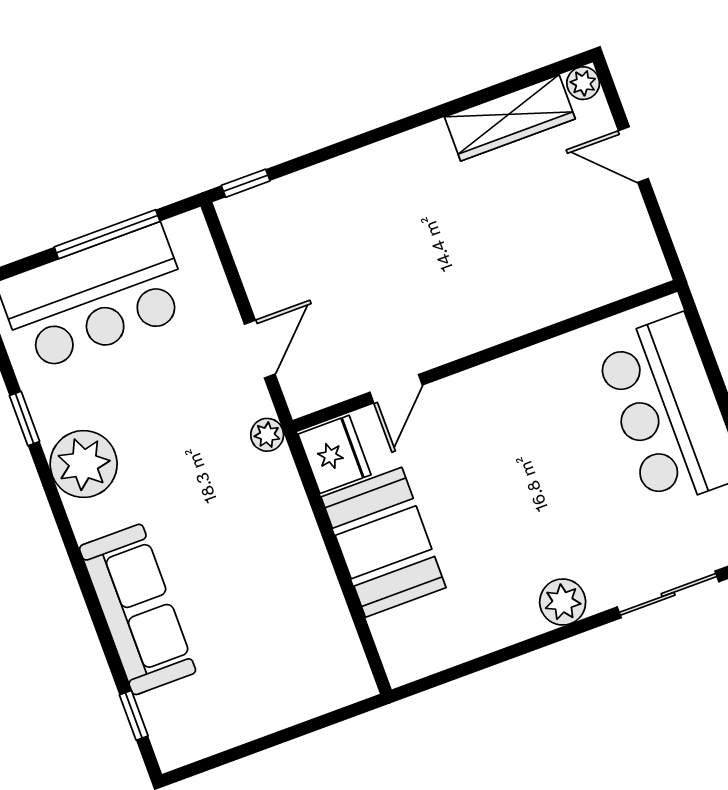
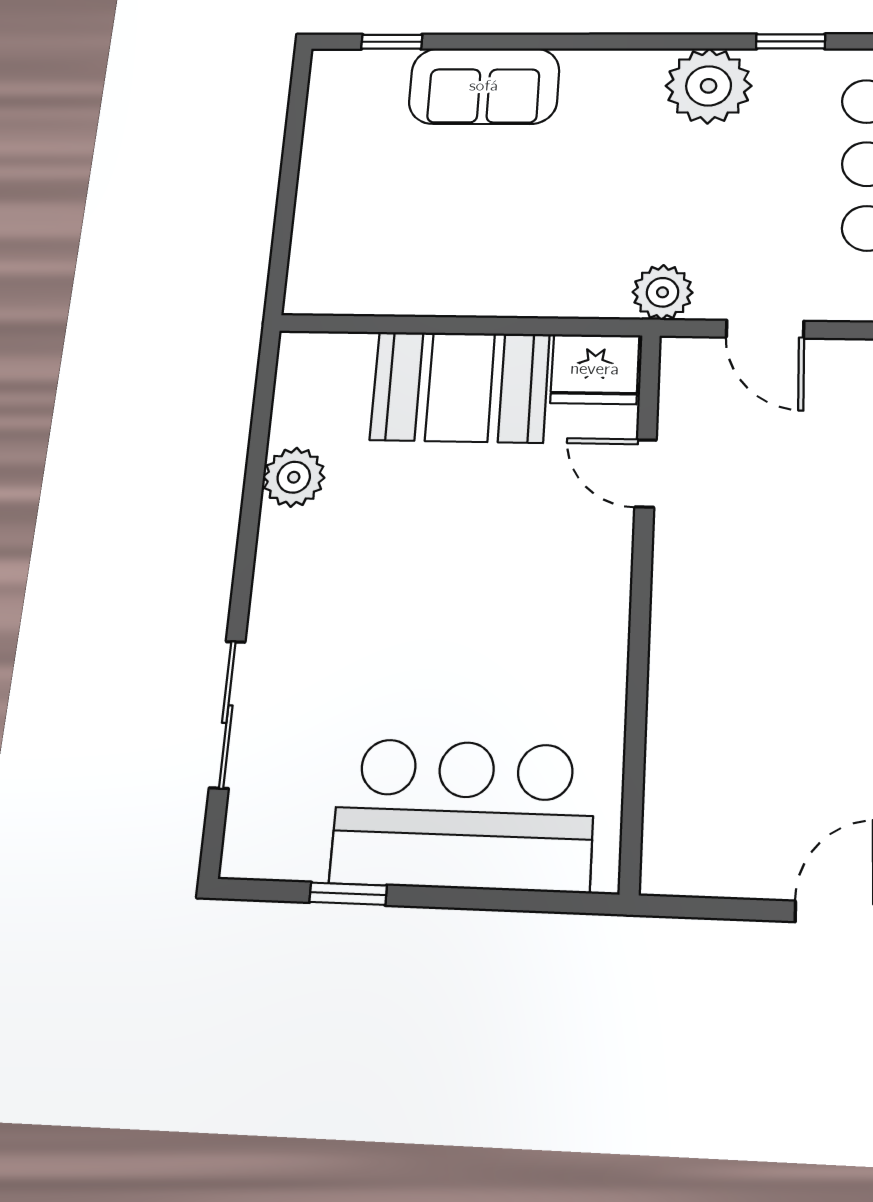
plant: (267, 435) -> (663, 292), width x1.38, depth x1.38
plant: (563, 602) -> (294, 477), moved
sofa: (138, 609) -> (484, 86), width x0.73

